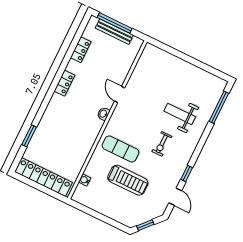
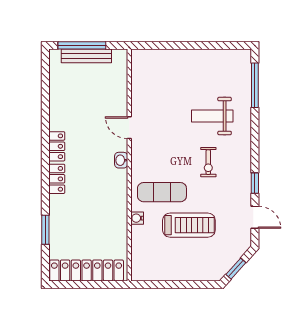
locker: (81, 50) -> (57, 179), moved
water cooler: (85, 180) -> (137, 218), moved

